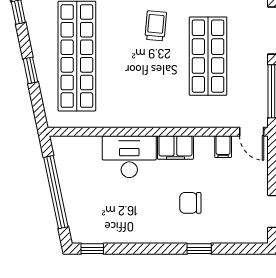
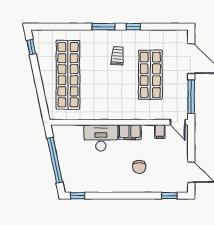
window: (30, 70) -> (39, 84), removed
chair: (190, 203) -> (139, 167), turned -90
window: (199, 249) -> (169, 196), moved

